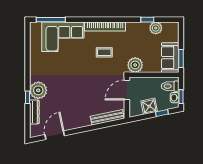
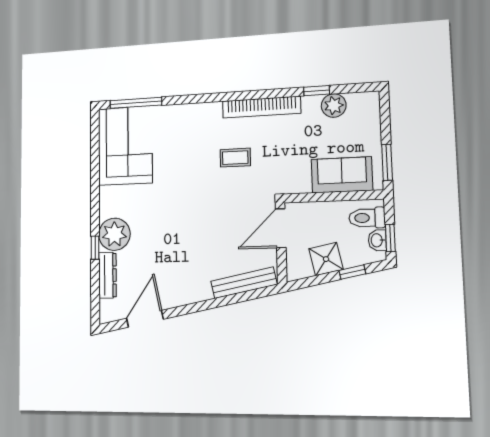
bookcase: (105, 26) -> (261, 107), moved
corner sofa: (63, 37) -> (125, 146), moved, turned -90
sofa: (170, 58) -> (342, 175), moved, turned 90
plant: (135, 65) -> (295, 179), removed

